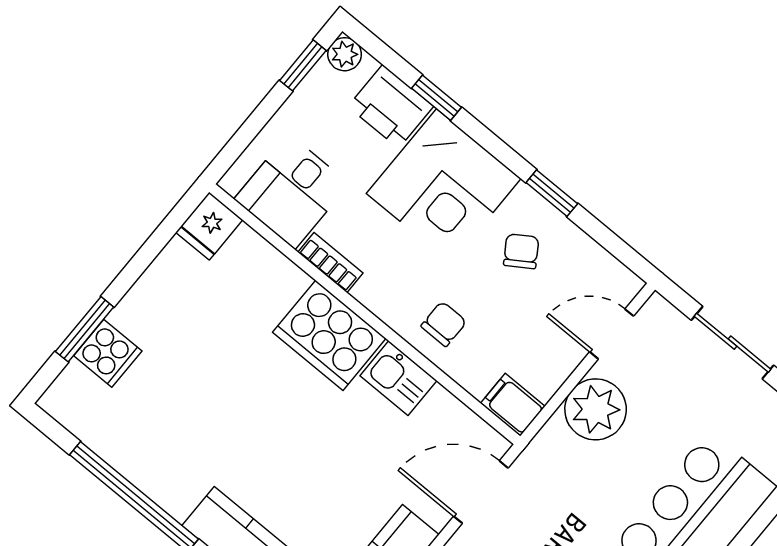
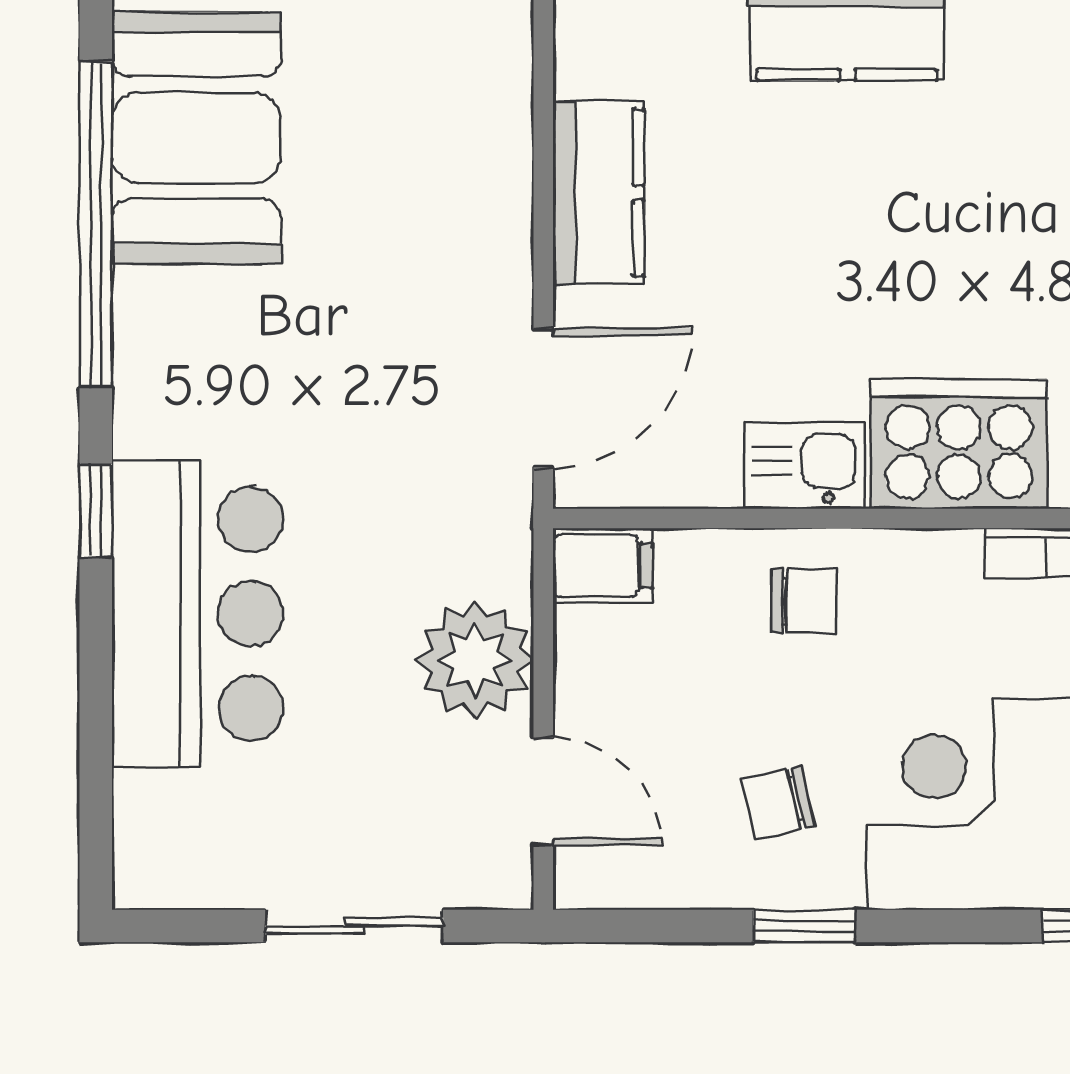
chair: (521, 251) -> (778, 803), turned 110
chair: (444, 324) -> (804, 601), turned -90
door: (612, 334) -> (543, 791), hinge flipped

